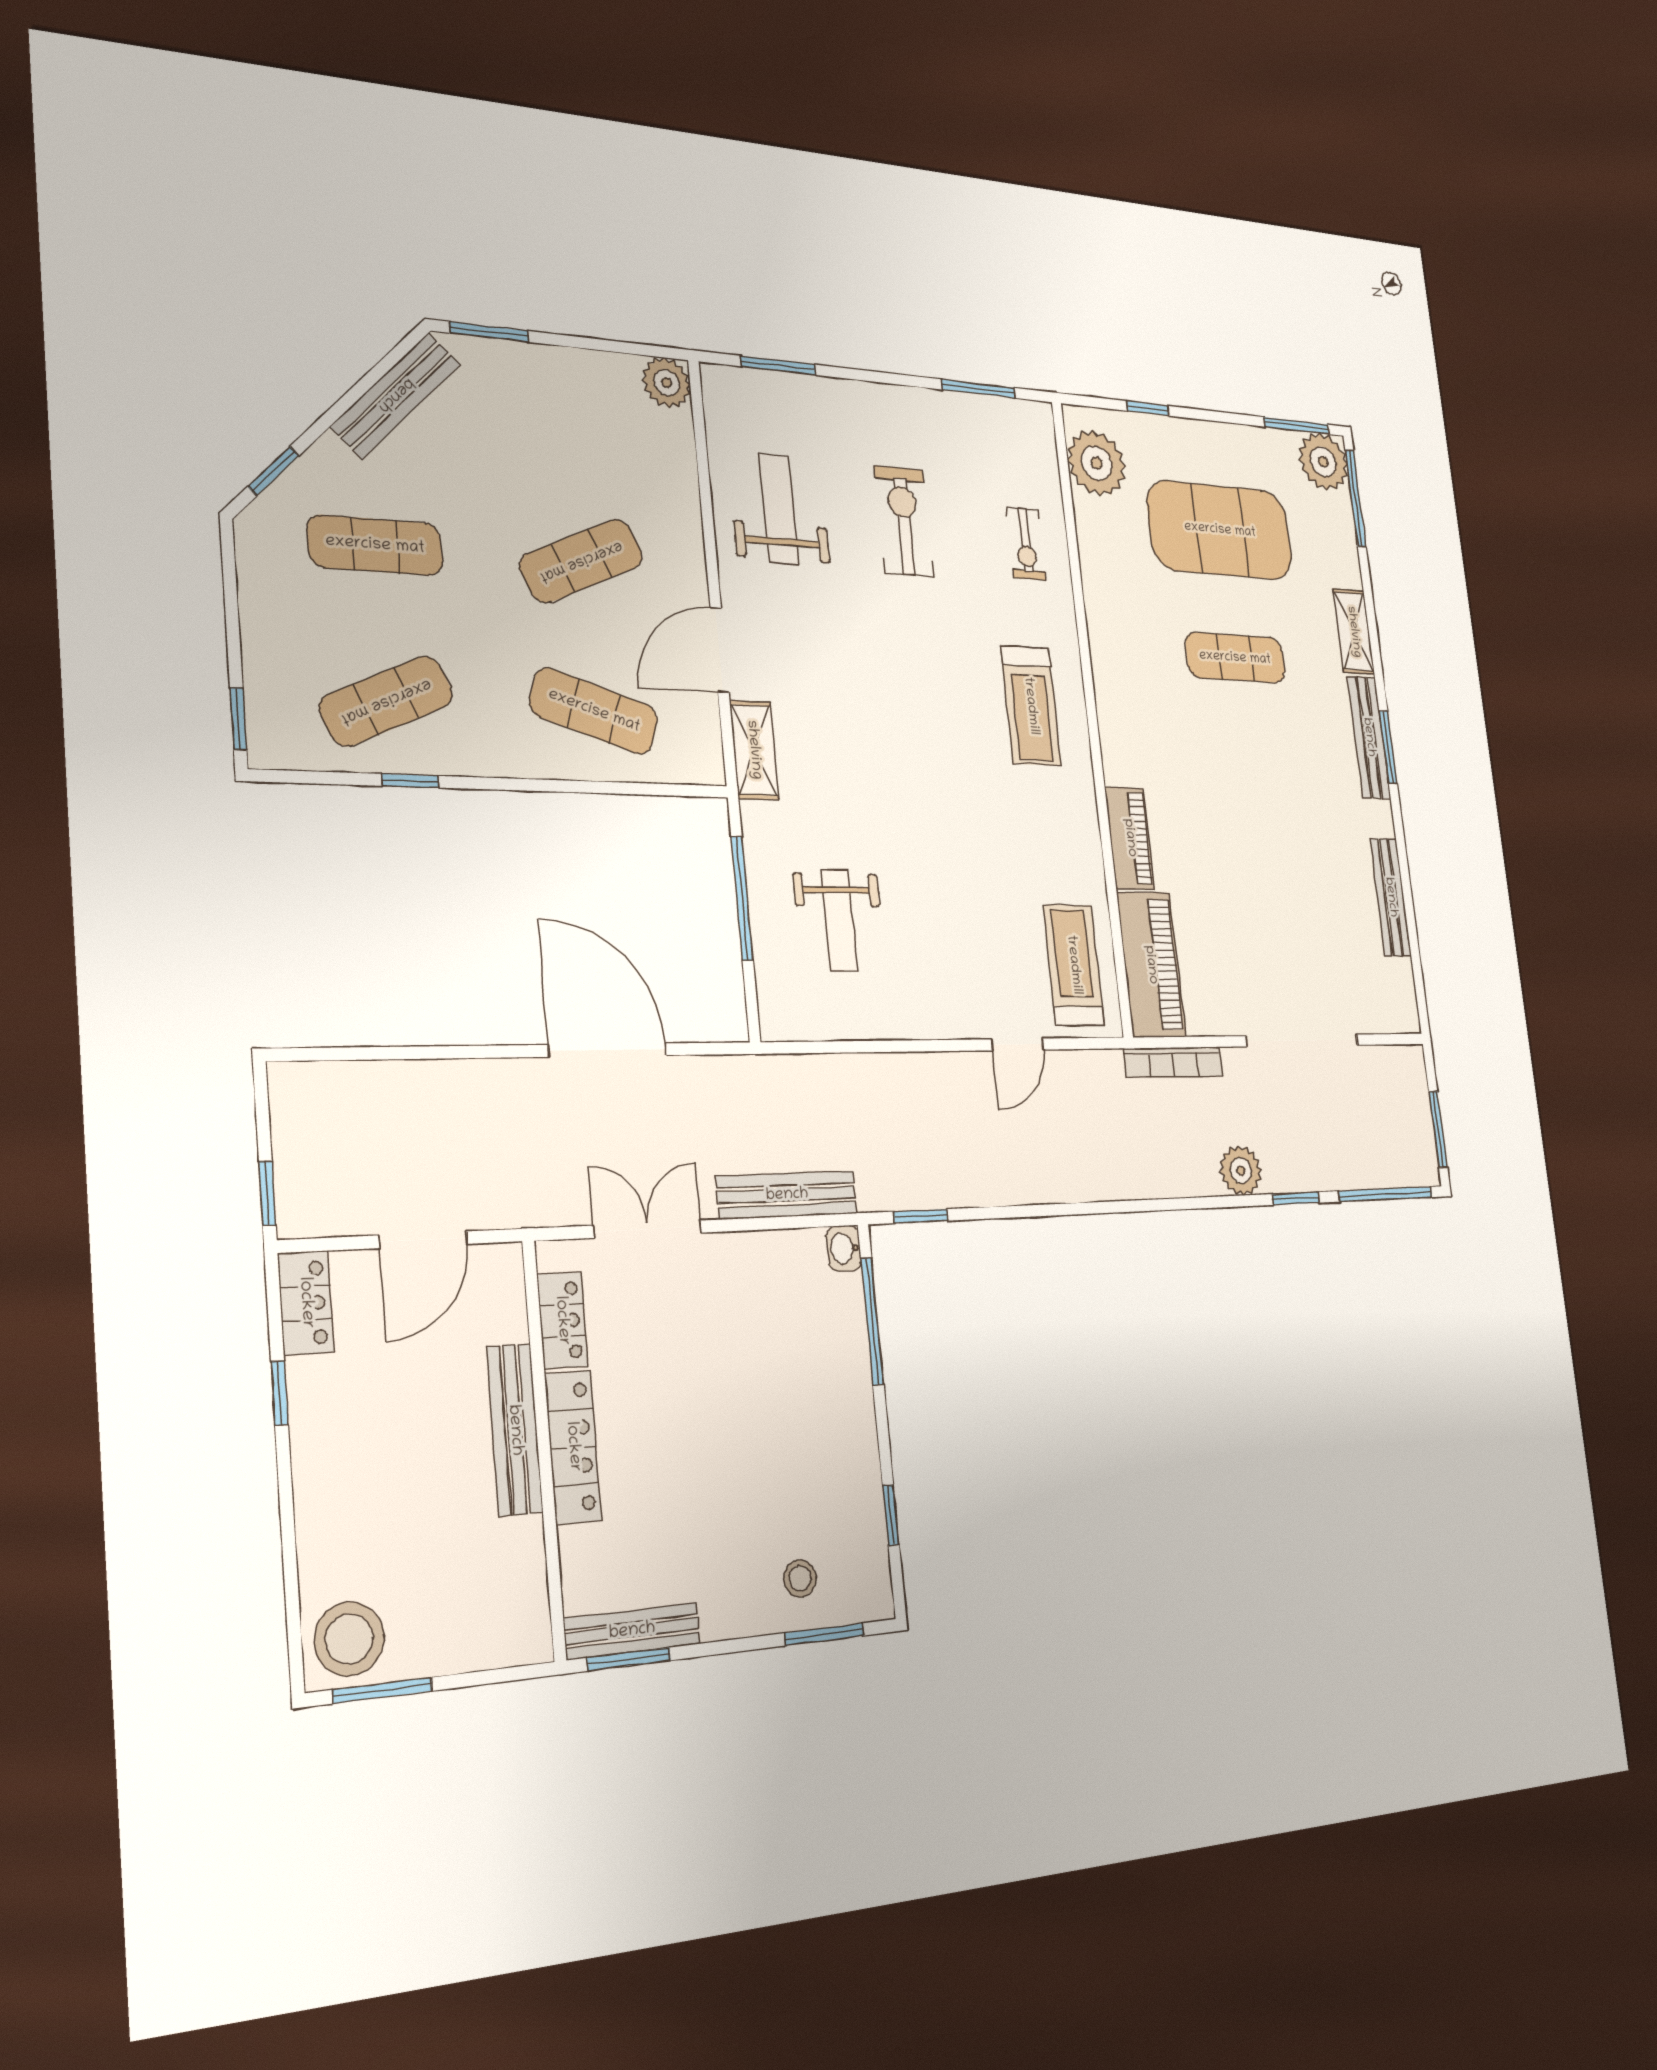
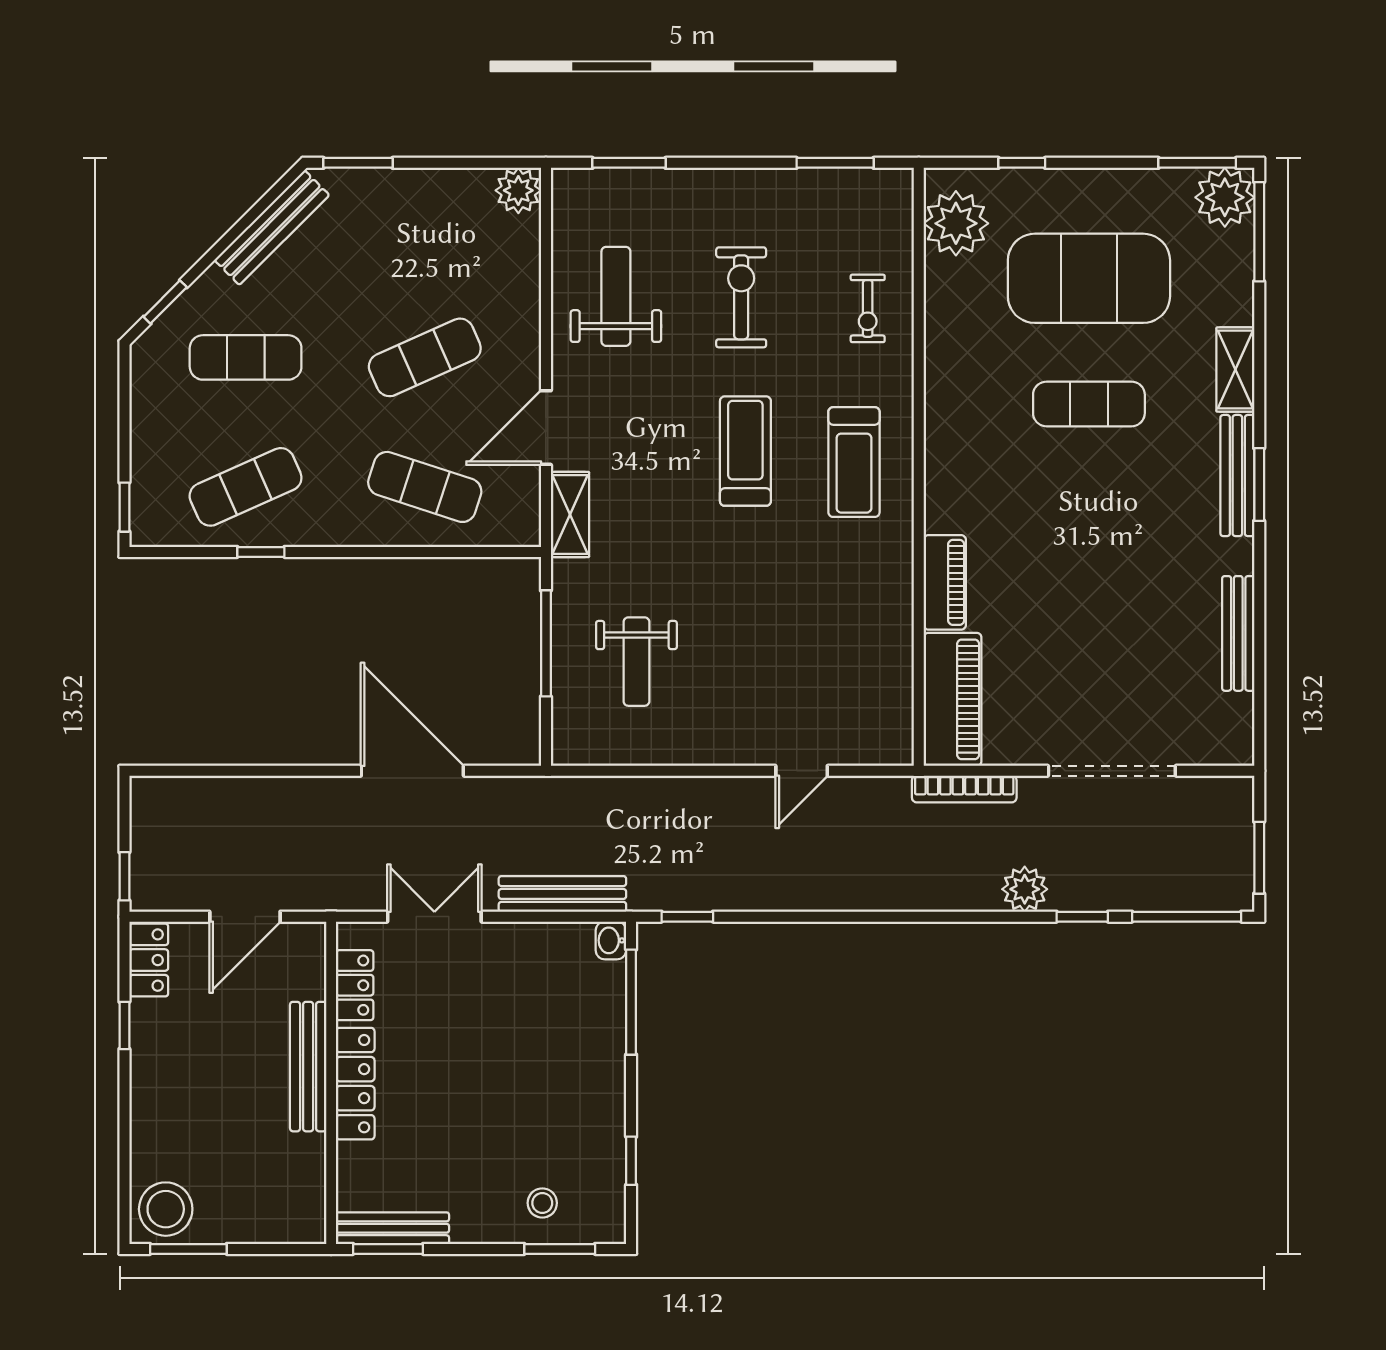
treadmill: (1074, 965) -> (745, 451), moved

